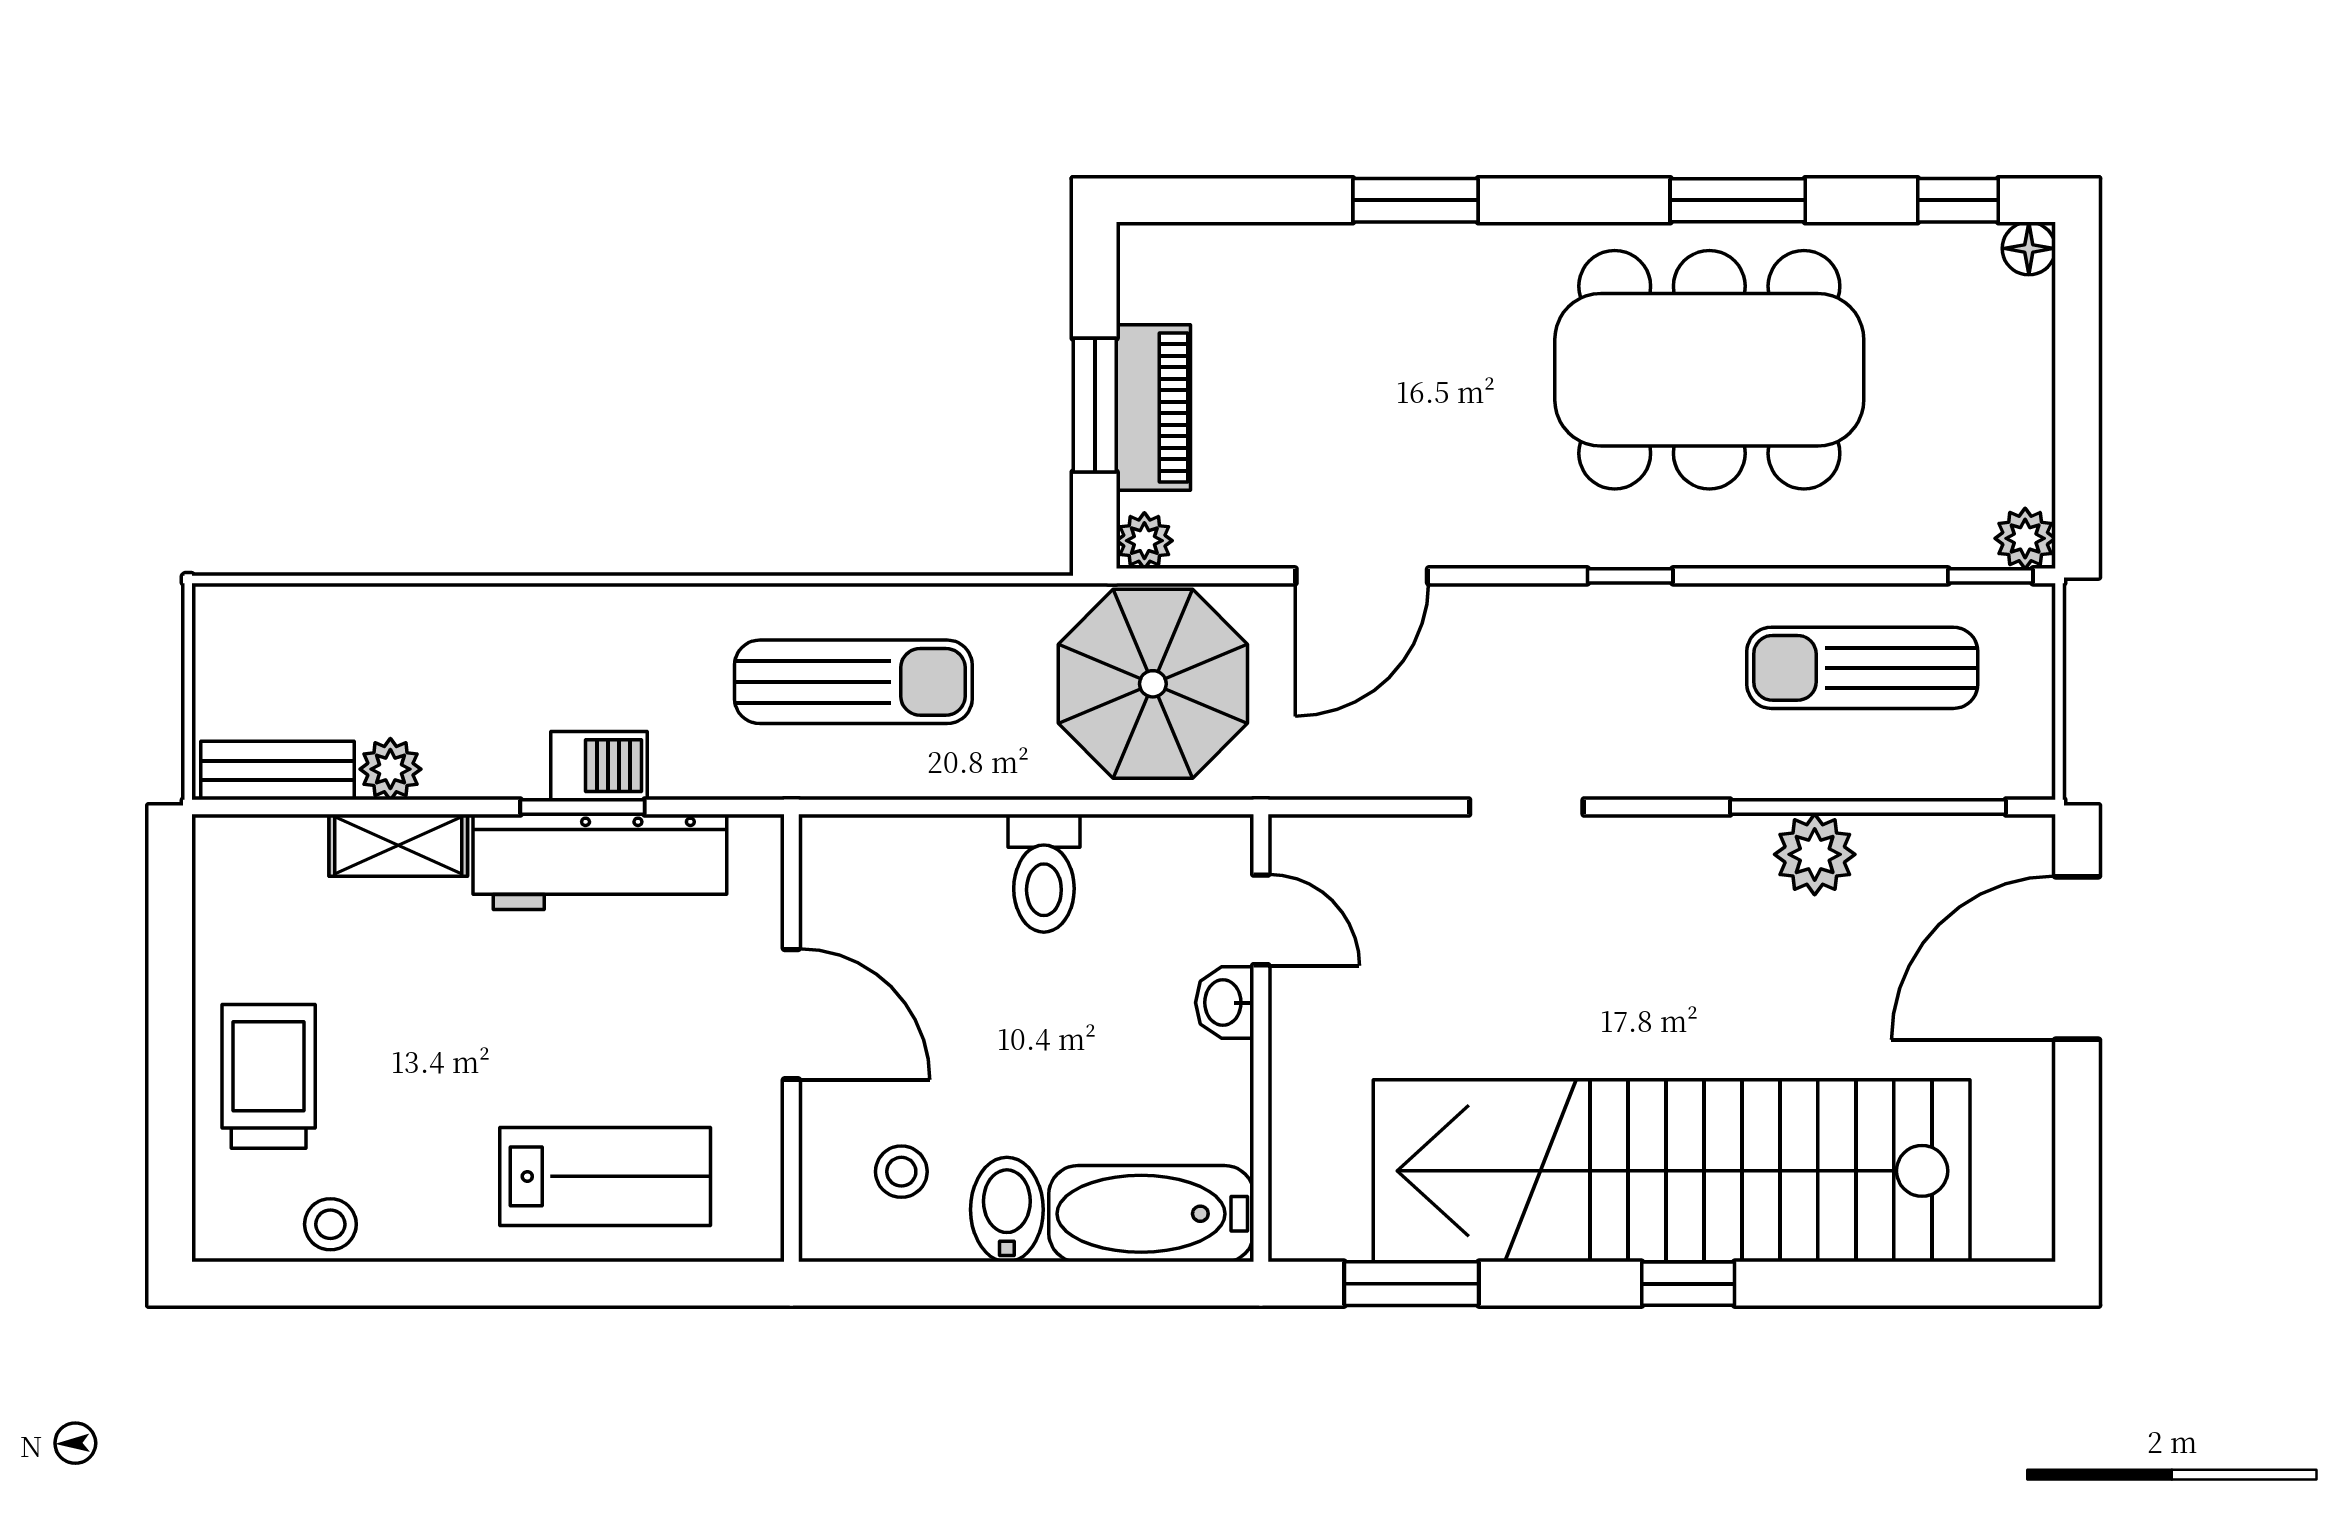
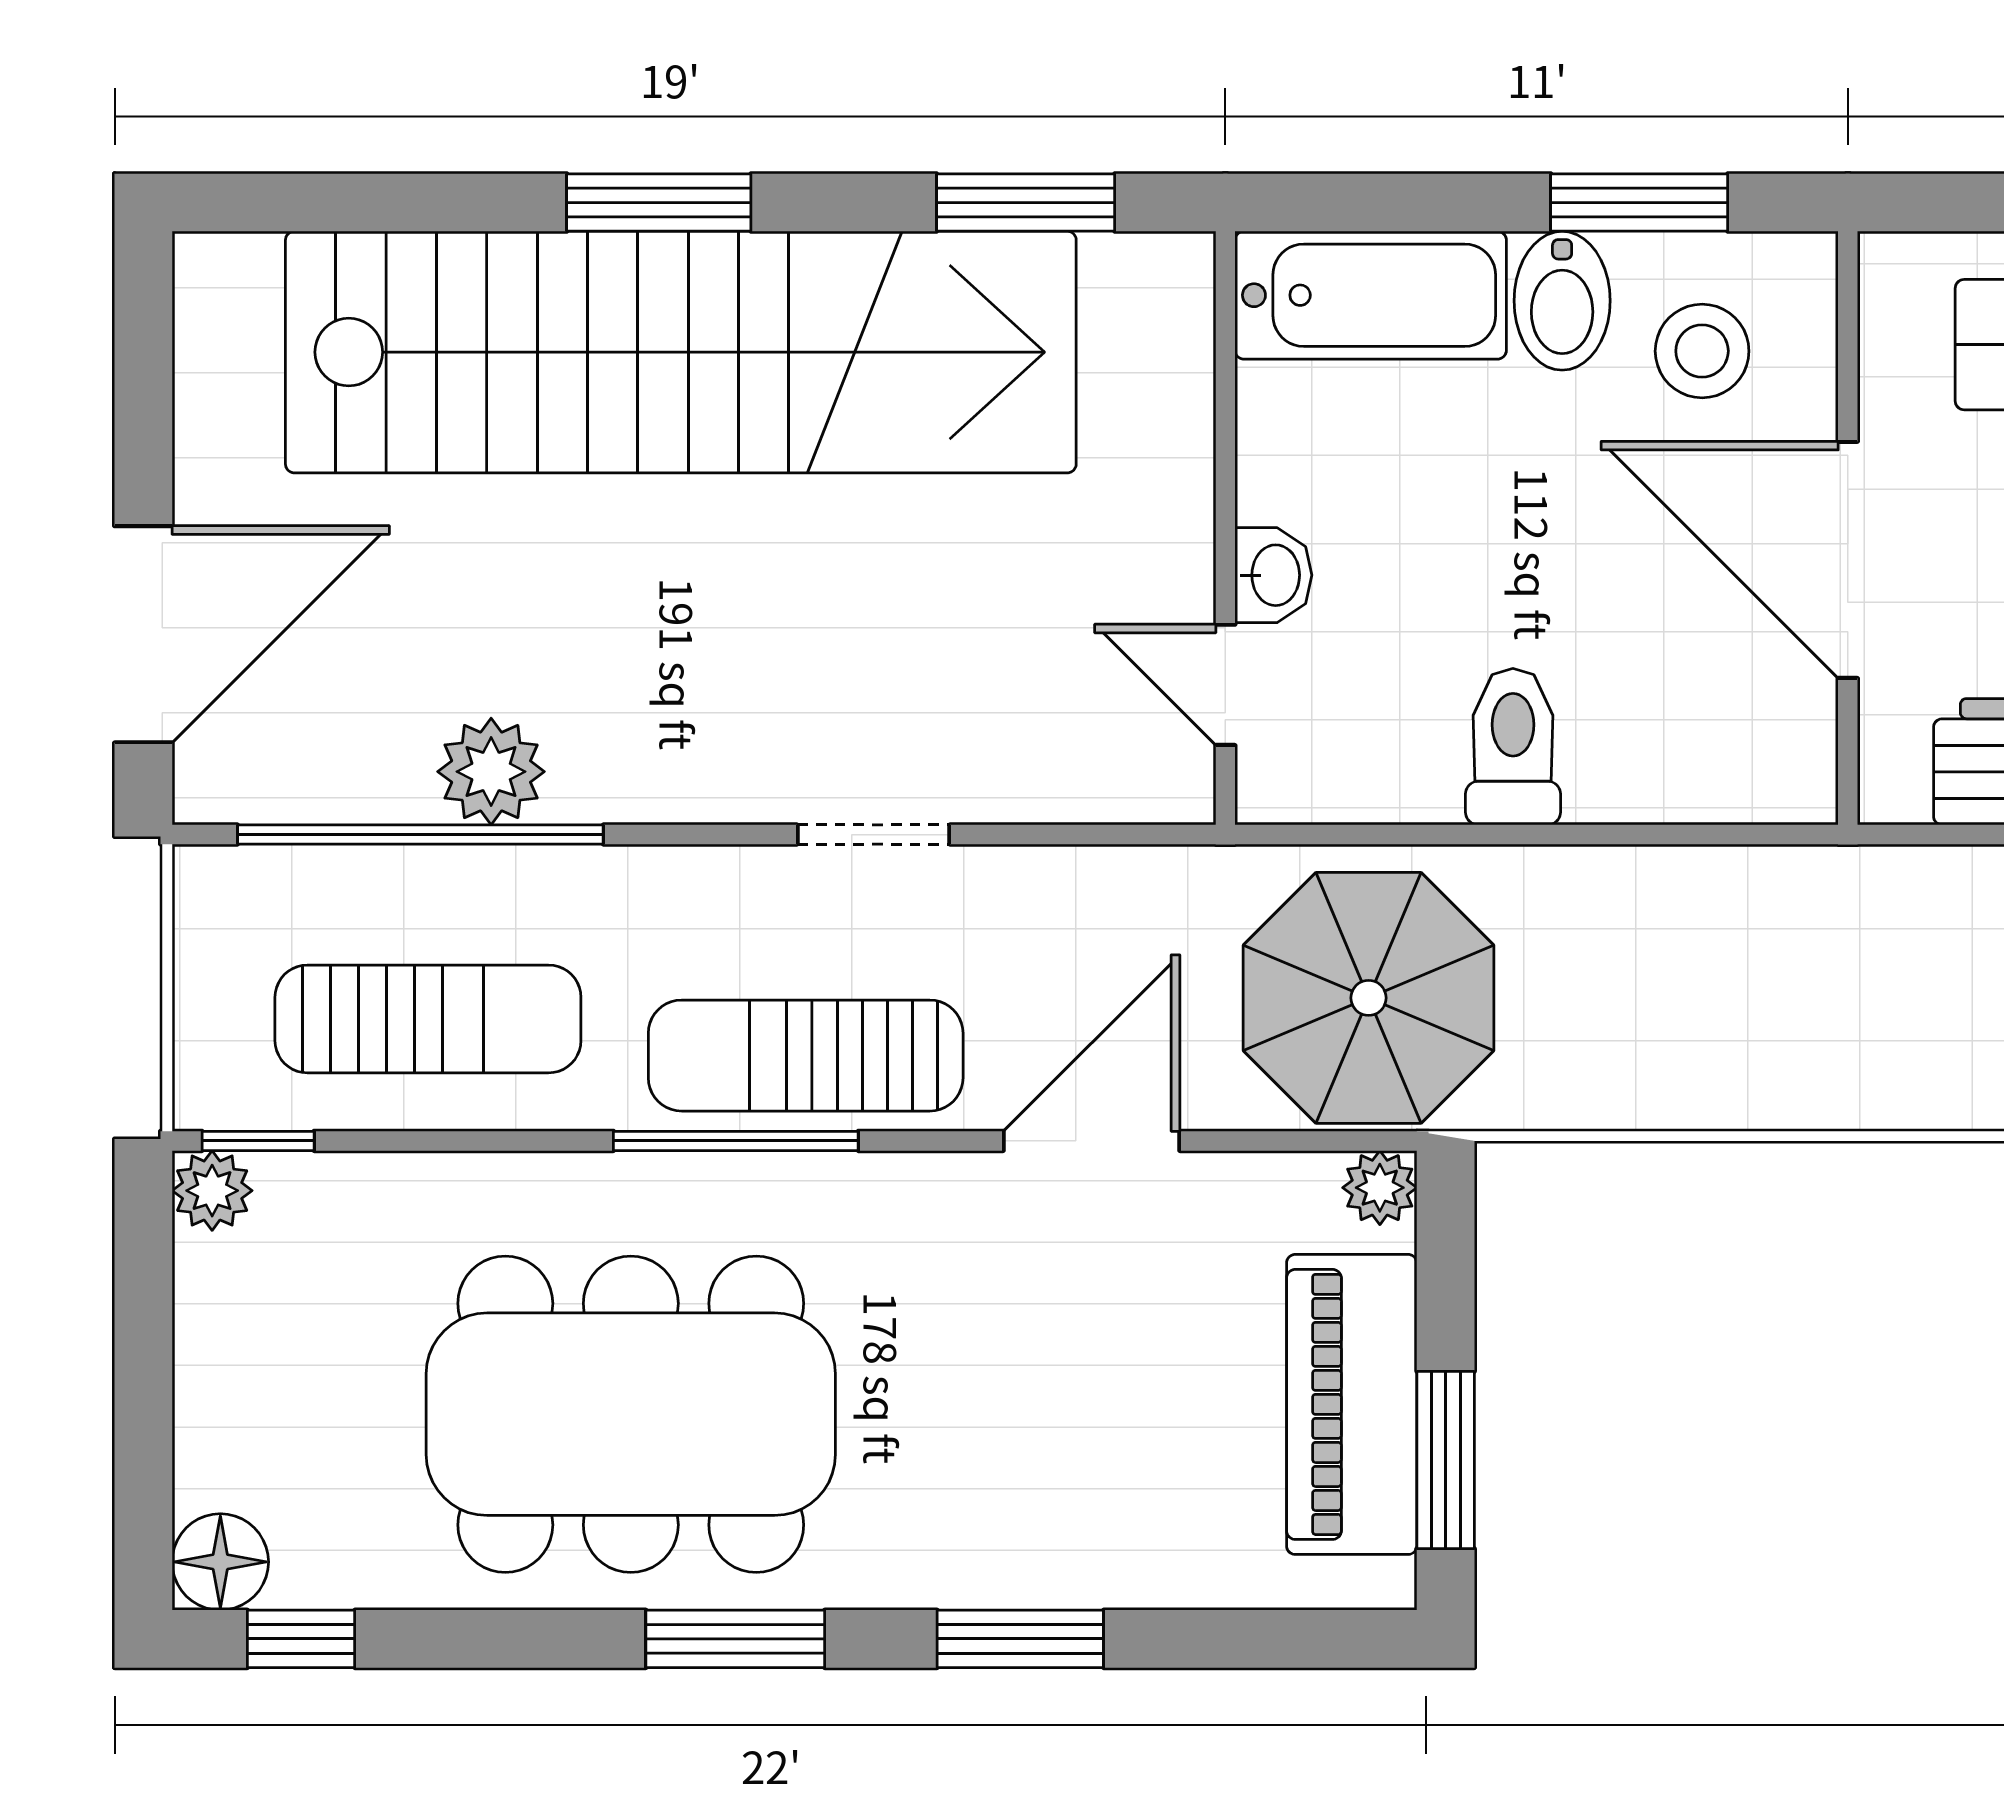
window: (1738, 200) -> (735, 1639), moved
floor lamp: (2029, 248) -> (220, 1562), width x1.37, depth x1.37
window: (1095, 405) -> (1446, 1460), moved
piano: (1153, 407) -> (1352, 1404), width x1.37, depth x1.33
window: (1630, 576) -> (736, 1141), width x2.17
sun lounger: (853, 682) -> (806, 1056), moved
door: (791, 1014) -> (1848, 560), width x1.36
stool: (901, 1172) -> (1702, 351), width x1.37, depth x1.37
window: (949, 1284) -> (1639, 203), added
window: (1688, 1284) -> (659, 203), width x1.50

